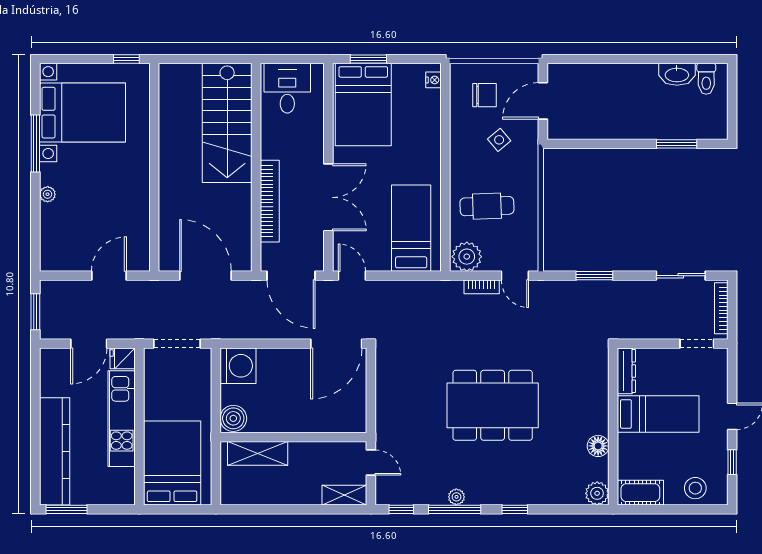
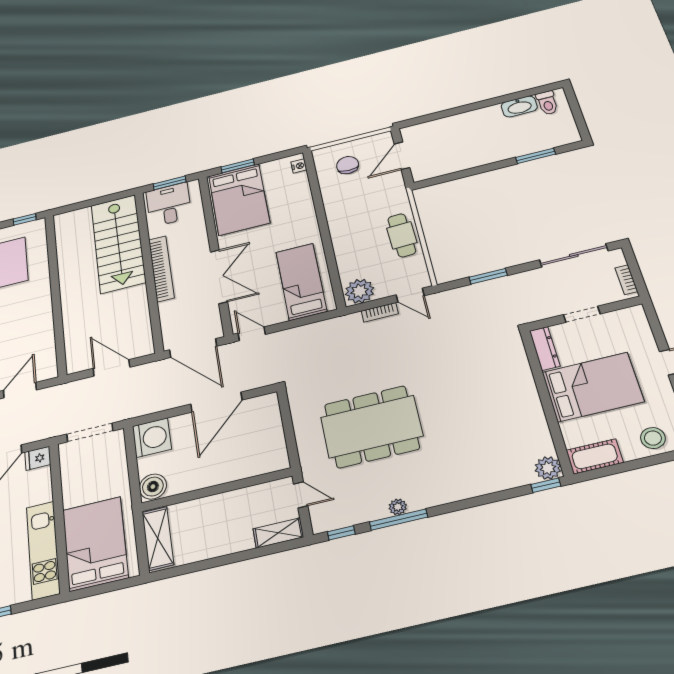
window: (292, 59) -> (170, 183), added
chair: (485, 95) -> (348, 165), turned -90
side table: (499, 140) -> (369, 194), removed
bookcase: (270, 201) -> (161, 269), moved
cafe table: (487, 206) -> (402, 235), moved, turned 90
door: (206, 276) -> (111, 368), width x0.73
sliding door: (681, 276) -> (574, 255), width x1.37
bookcase: (721, 308) -> (626, 280), width x0.64
door: (336, 344) -> (216, 402), moved
doorway: (697, 344) -> (582, 314), moved
dining table: (493, 405) -> (372, 427), moved
bed: (658, 414) -> (593, 387), width x1.50
kitchen unit: (122, 419) -> (43, 550), moved
floor lamp: (598, 446) -> (536, 423), removed
shelving: (258, 453) -> (158, 538), moved, turned 90
window: (515, 509) -> (546, 485), moved

